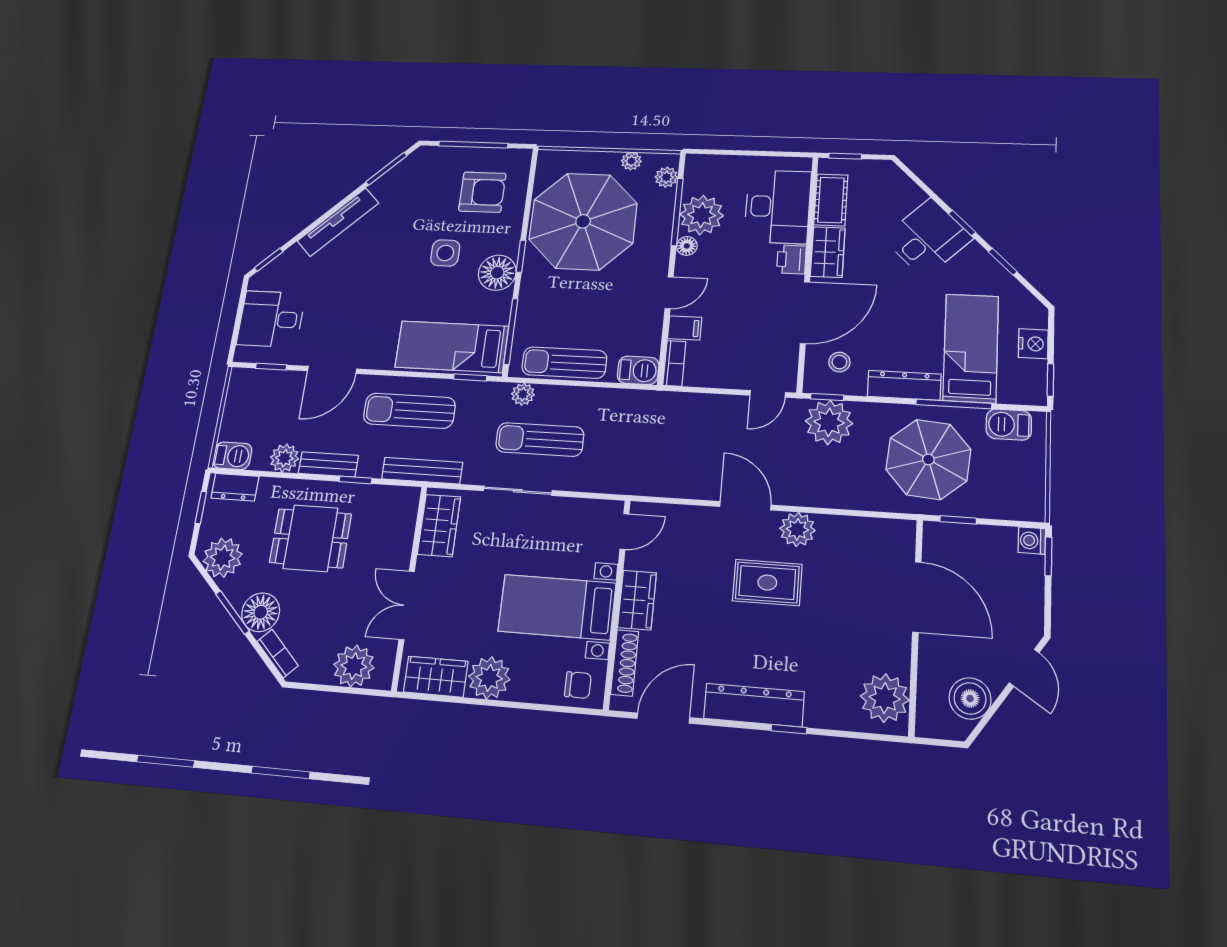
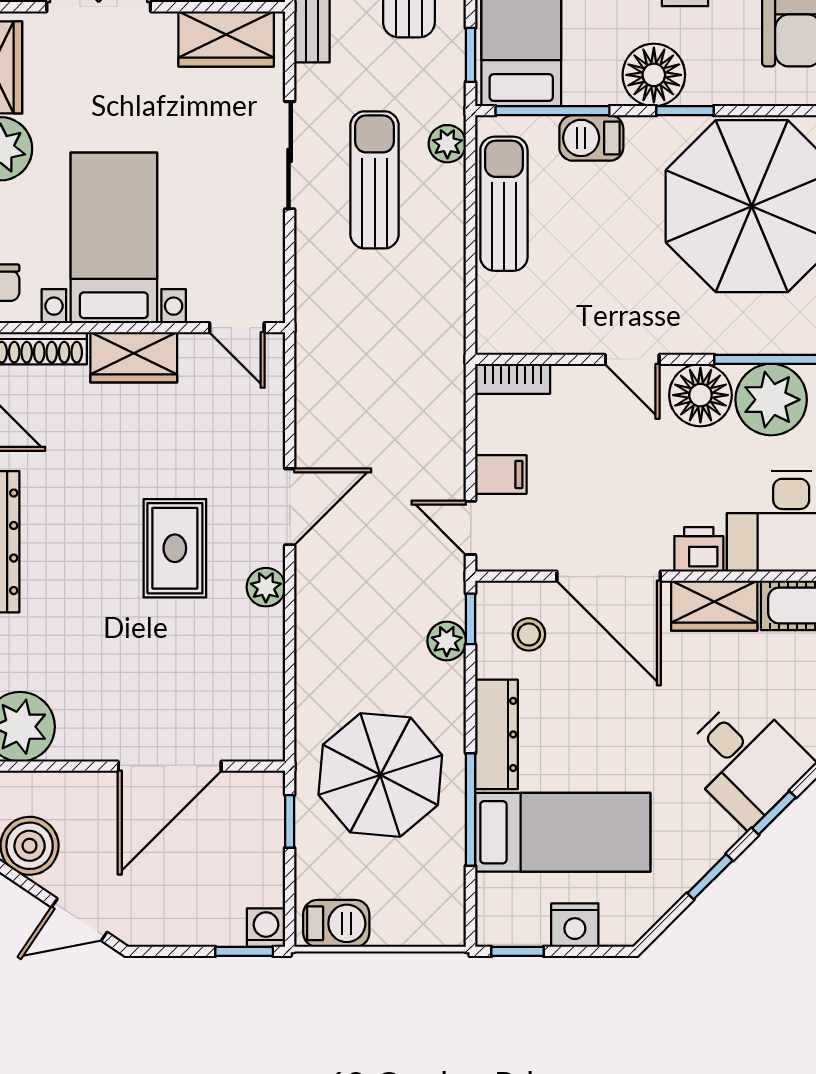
floor lamp: (687, 246) -> (700, 395), width x1.89, depth x1.89
filing cabinet: (685, 328) -> (501, 474), moved, turned -90
barbecue: (638, 370) -> (591, 138), moved, turned 90
plant: (829, 422) -> (447, 641), width x0.53, depth x0.53
barbecue: (1009, 425) -> (336, 923), moved, turned 90
plant: (797, 529) -> (266, 587), width x0.73, depth x0.73

